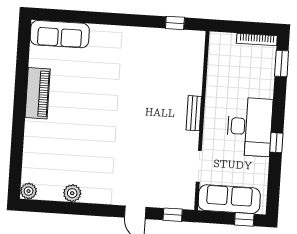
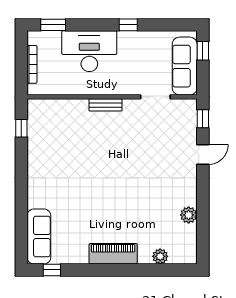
bookcase: (257, 40) -> (32, 64), moved
window: (24, 46) -> (52, 270), added
piano: (38, 93) -> (113, 254), moved
desk: (250, 127) -> (89, 51), moved
plant: (29, 191) -> (160, 256), moved

